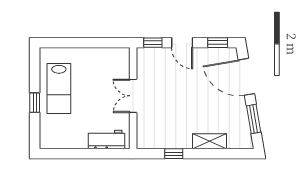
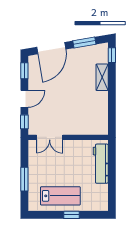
window: (80, 43) -> (24, 179), added
double door: (133, 96) -> (50, 137), moved
workbench: (107, 140) -> (101, 164), width x1.38
window: (174, 154) -> (112, 55), moved

